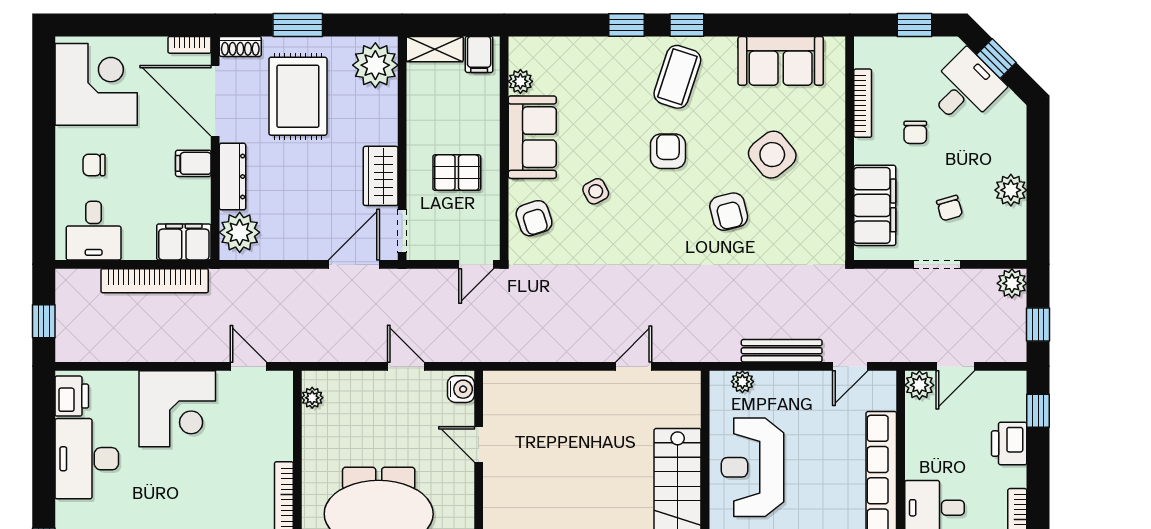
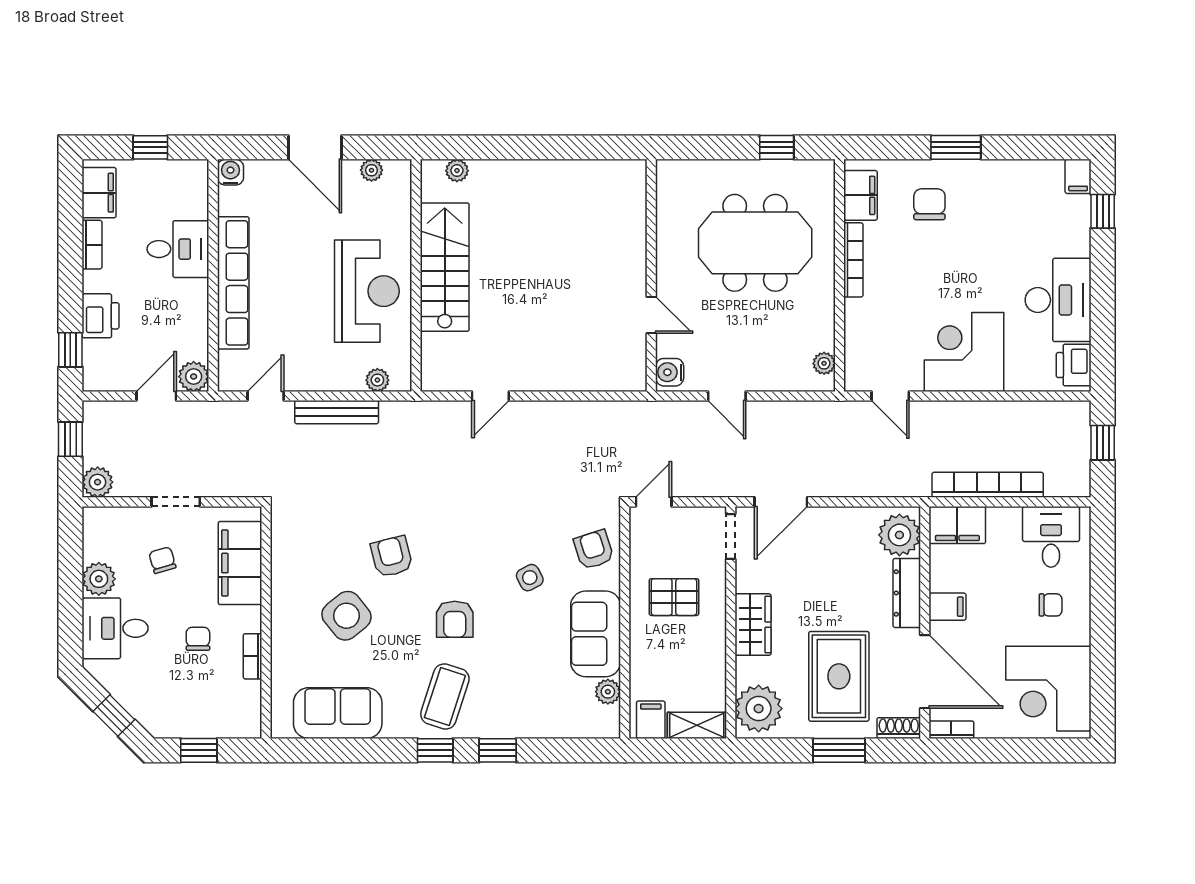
desk: (965, 88) -> (115, 628), moved, turned 45
bookcase: (863, 103) -> (253, 656), width x0.64
wardrobe: (381, 176) -> (753, 625), moved

